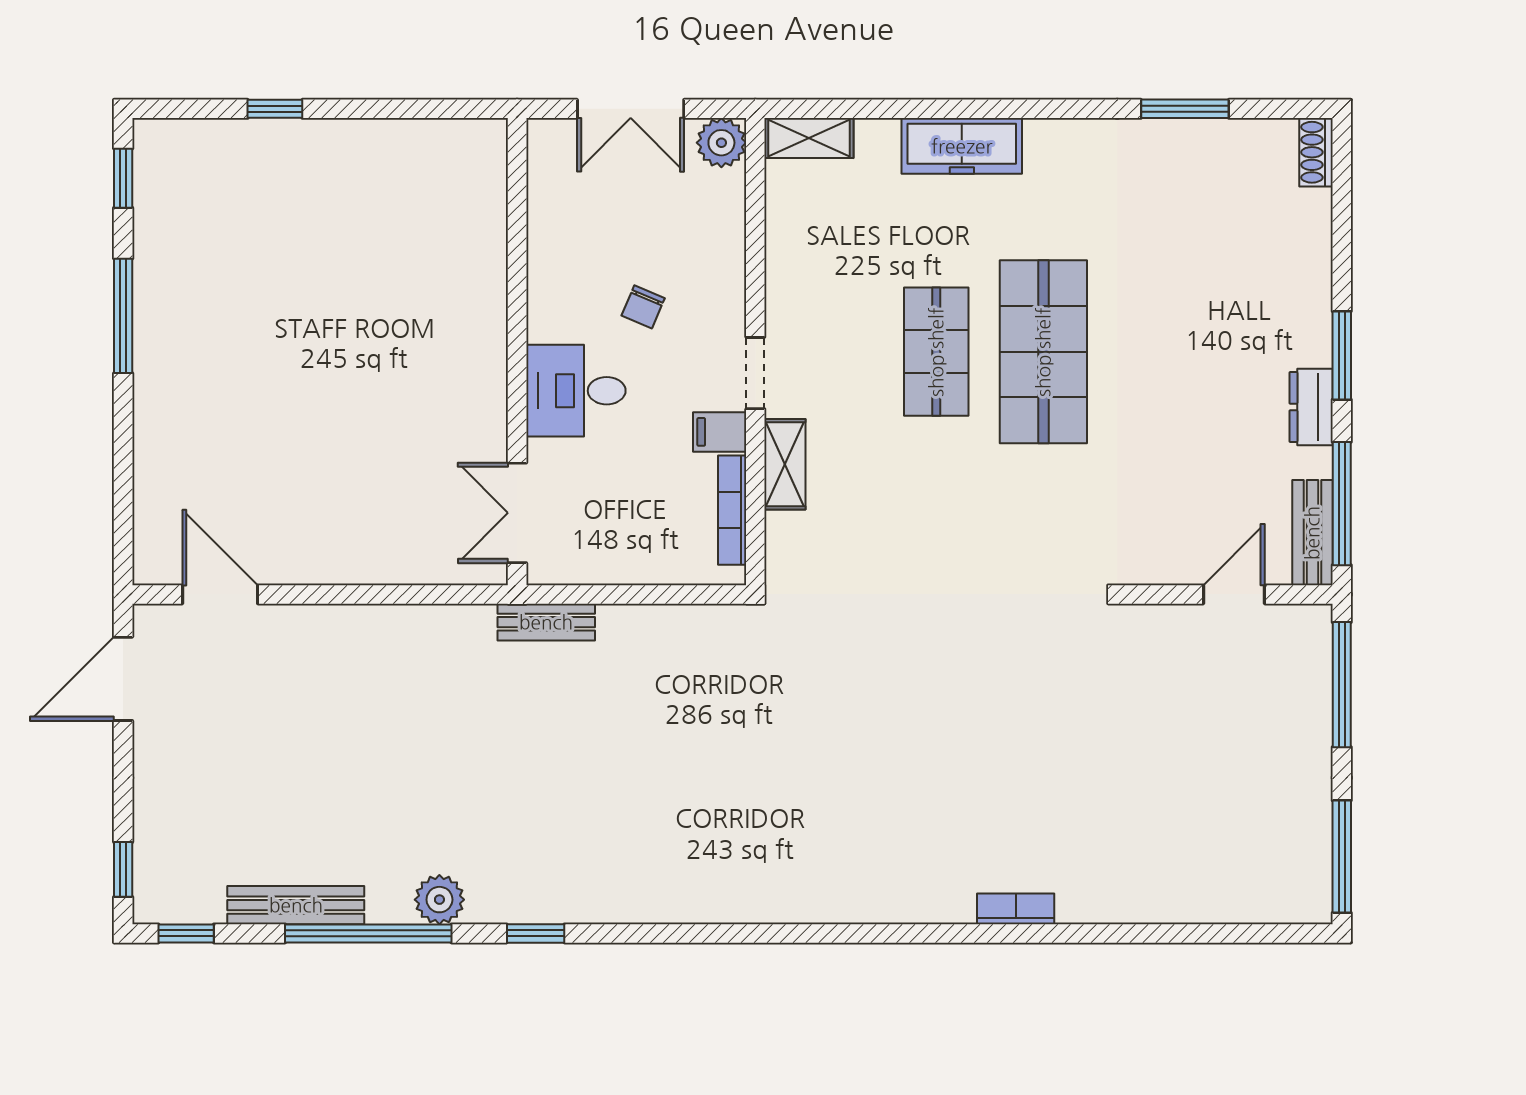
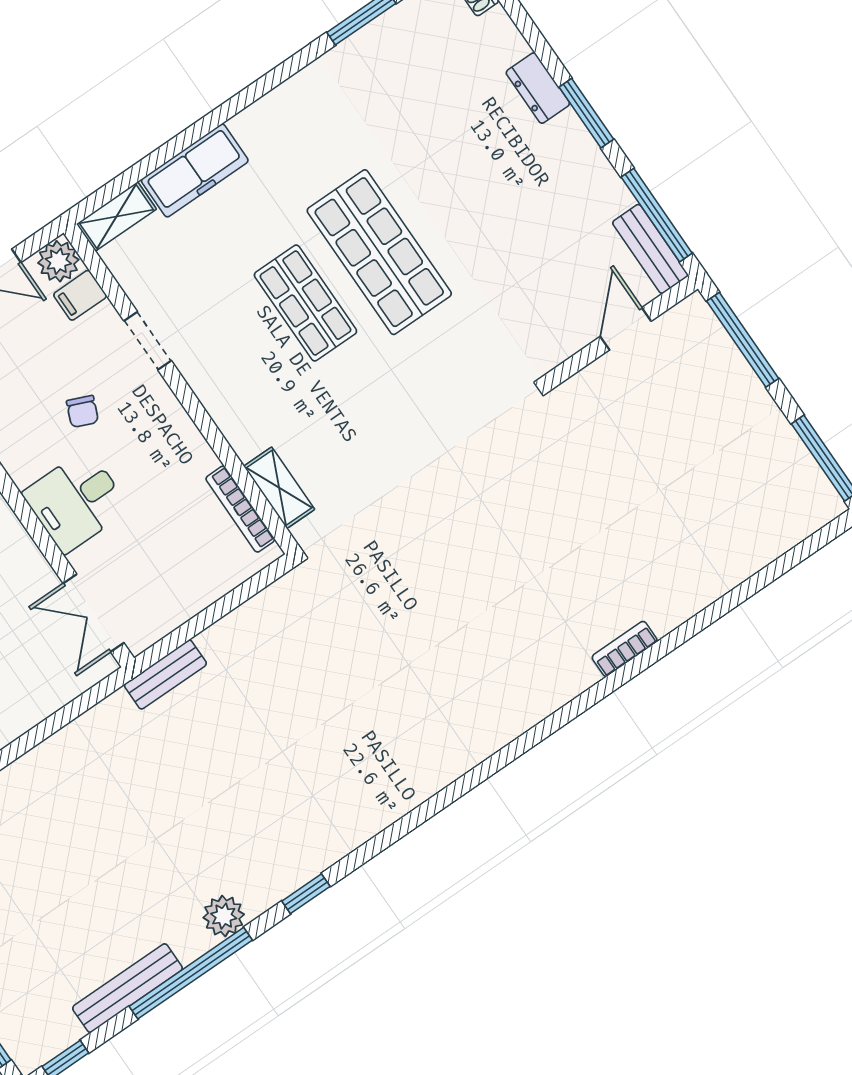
freezer: (962, 146) -> (195, 170), moved
doorway: (755, 373) -> (148, 341), moved
dresser: (1311, 407) -> (538, 88), moved
filing cabinet: (720, 432) -> (80, 295), moved
shelving: (785, 464) -> (279, 488), moved

